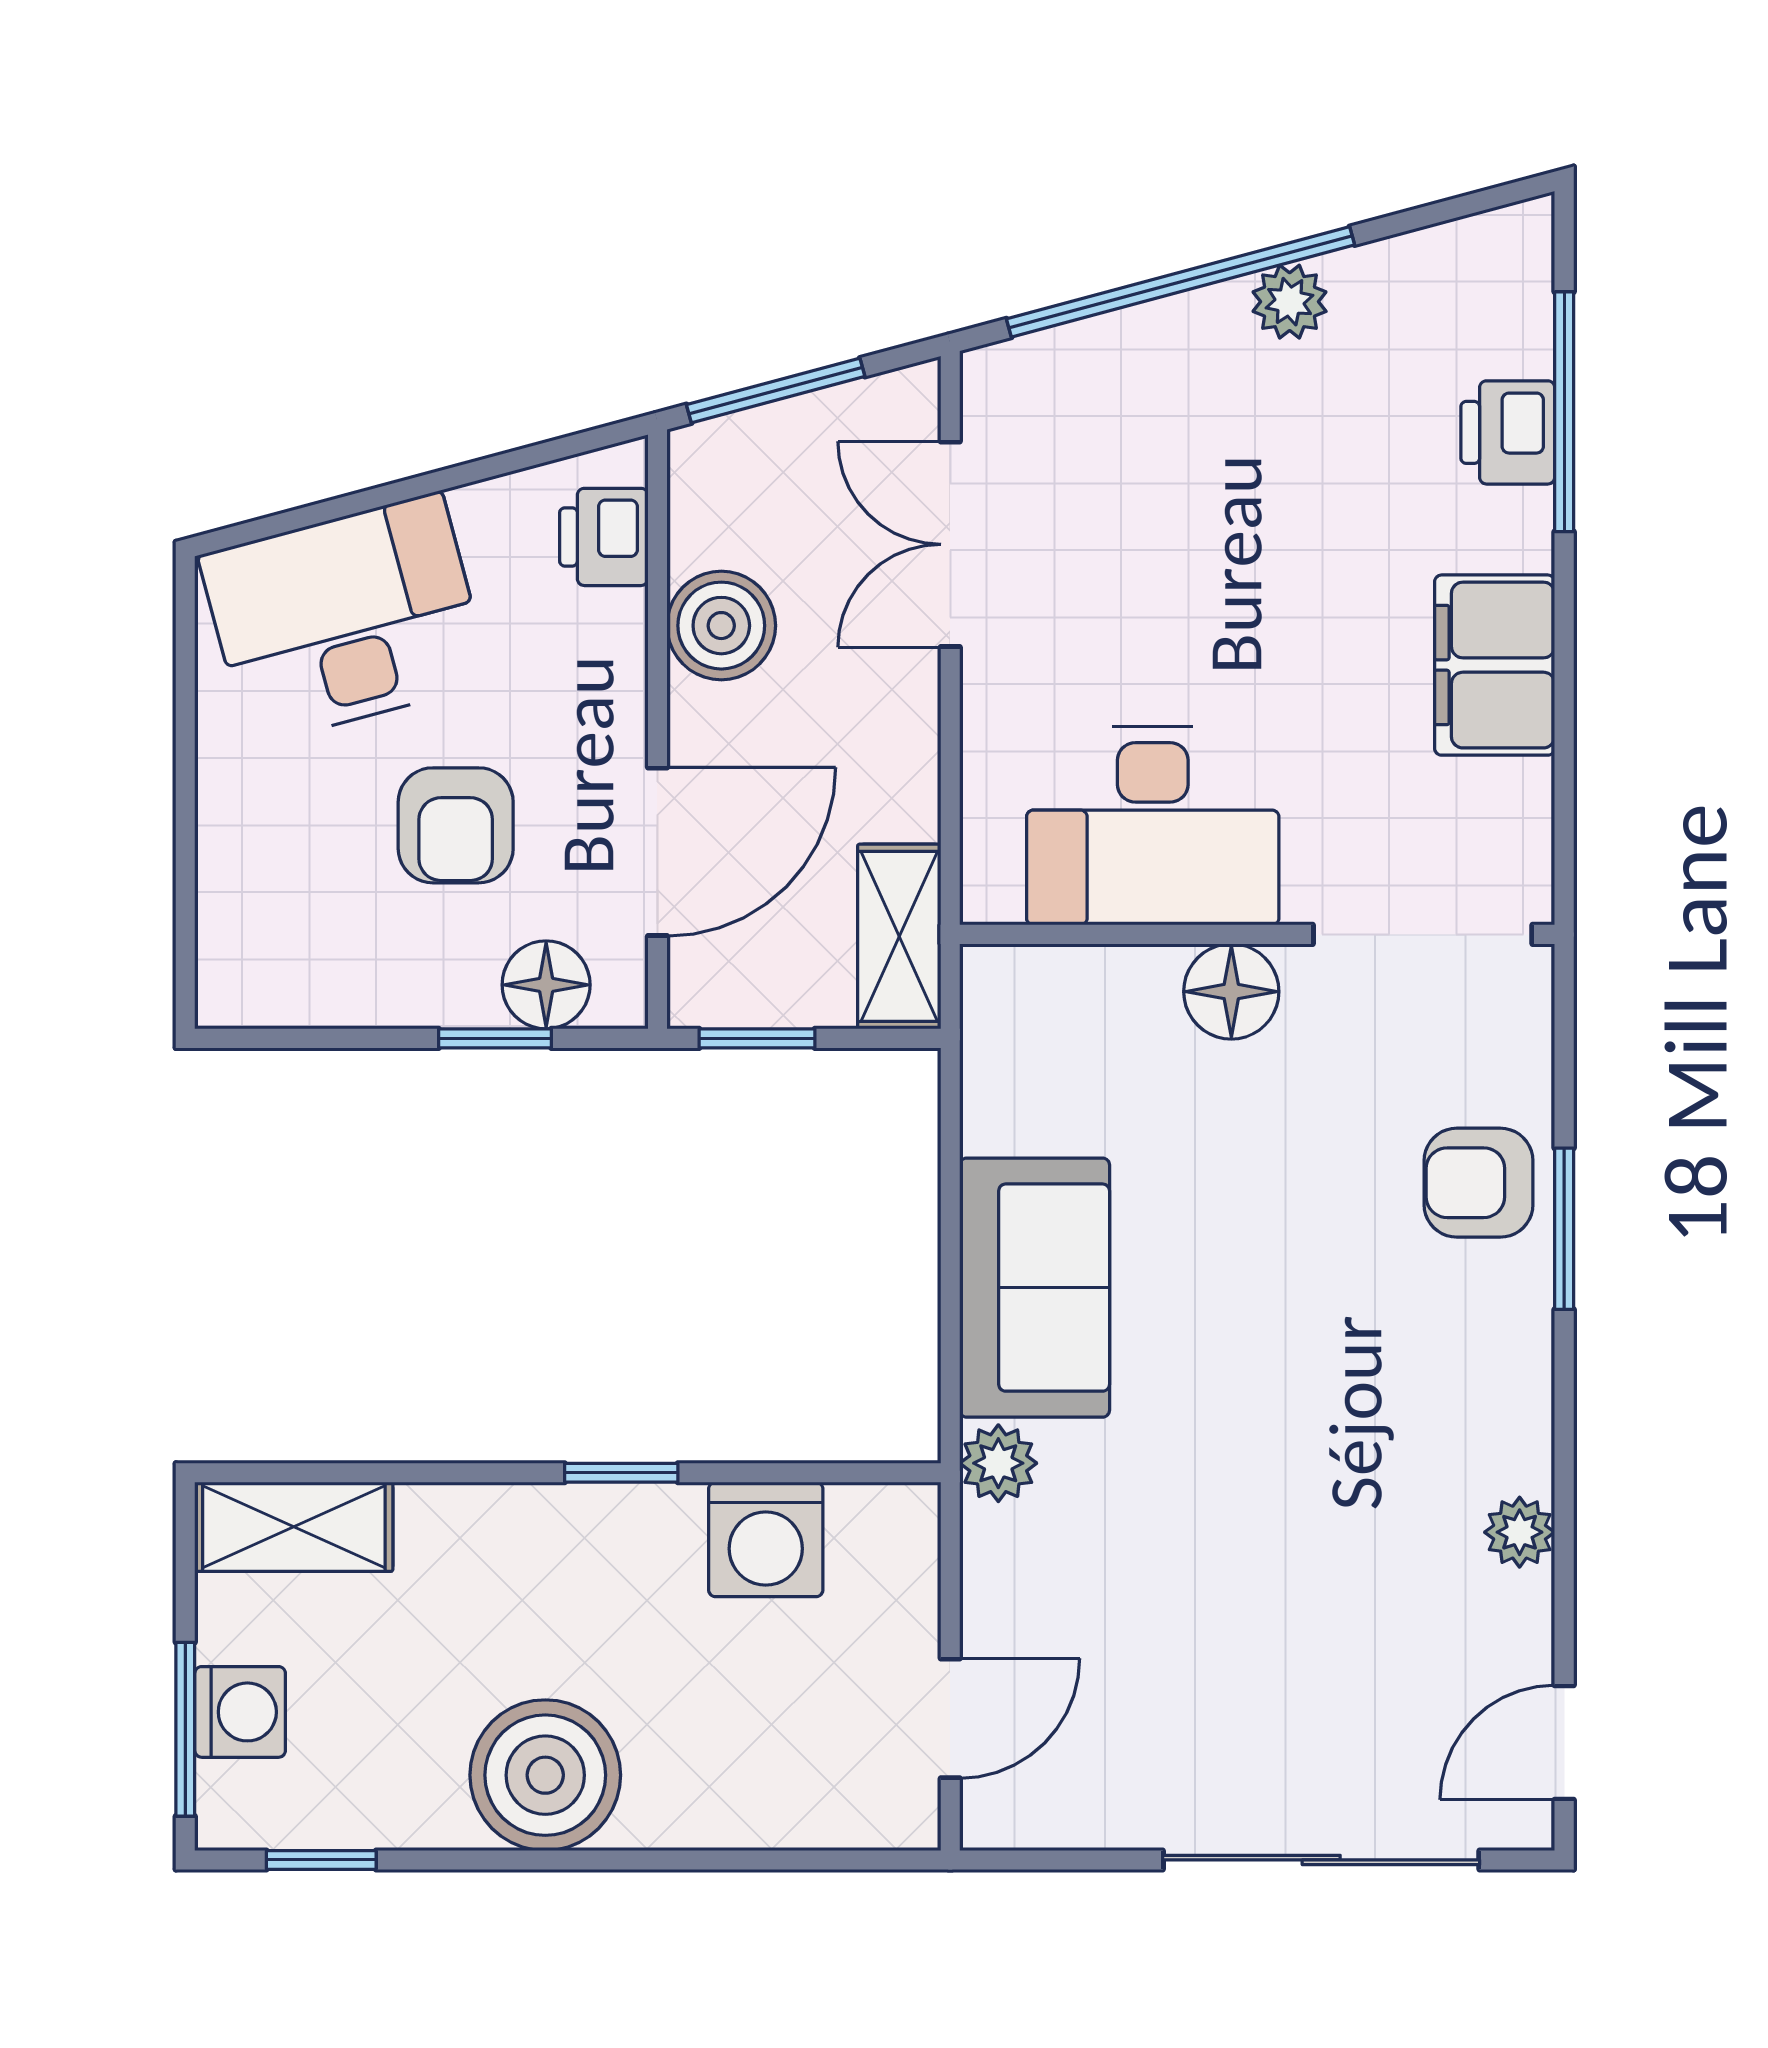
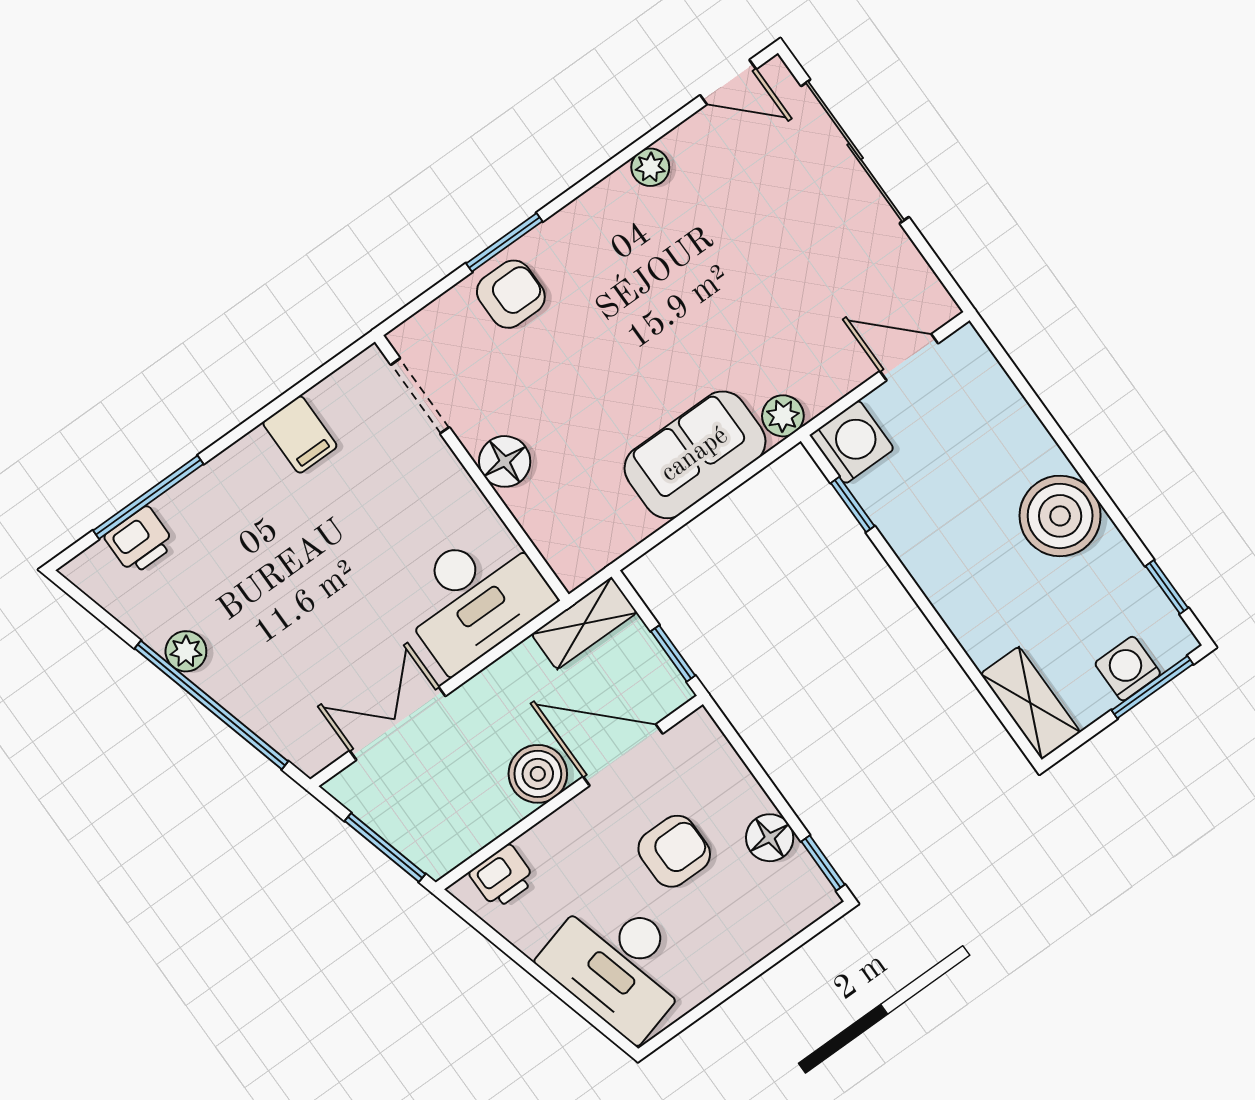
printer: (1508, 432) -> (140, 541), moved
double door: (950, 544) -> (397, 723), swing flipped
boiler: (721, 626) -> (538, 774), moved
filing cabinet: (1495, 665) -> (300, 435), width x0.50
desk: (1153, 826) -> (474, 597), moved, turned 90
doorway: (1423, 934) -> (420, 396), width x0.73
floor lamp: (546, 985) -> (770, 838), moved
window: (495, 1038) -> (823, 863), moved
armchair: (1479, 1183) -> (511, 294), turned -90
window: (621, 1473) -> (853, 504), moved
washing machine: (766, 1539) -> (852, 442), moved

